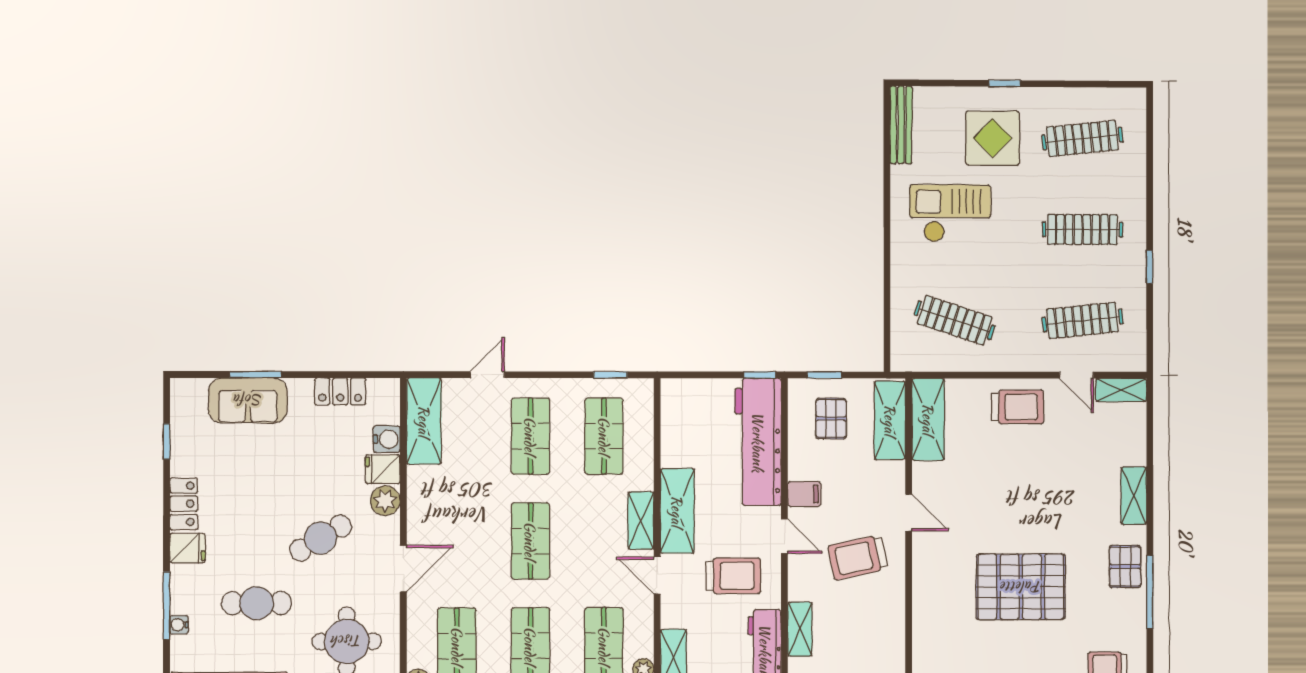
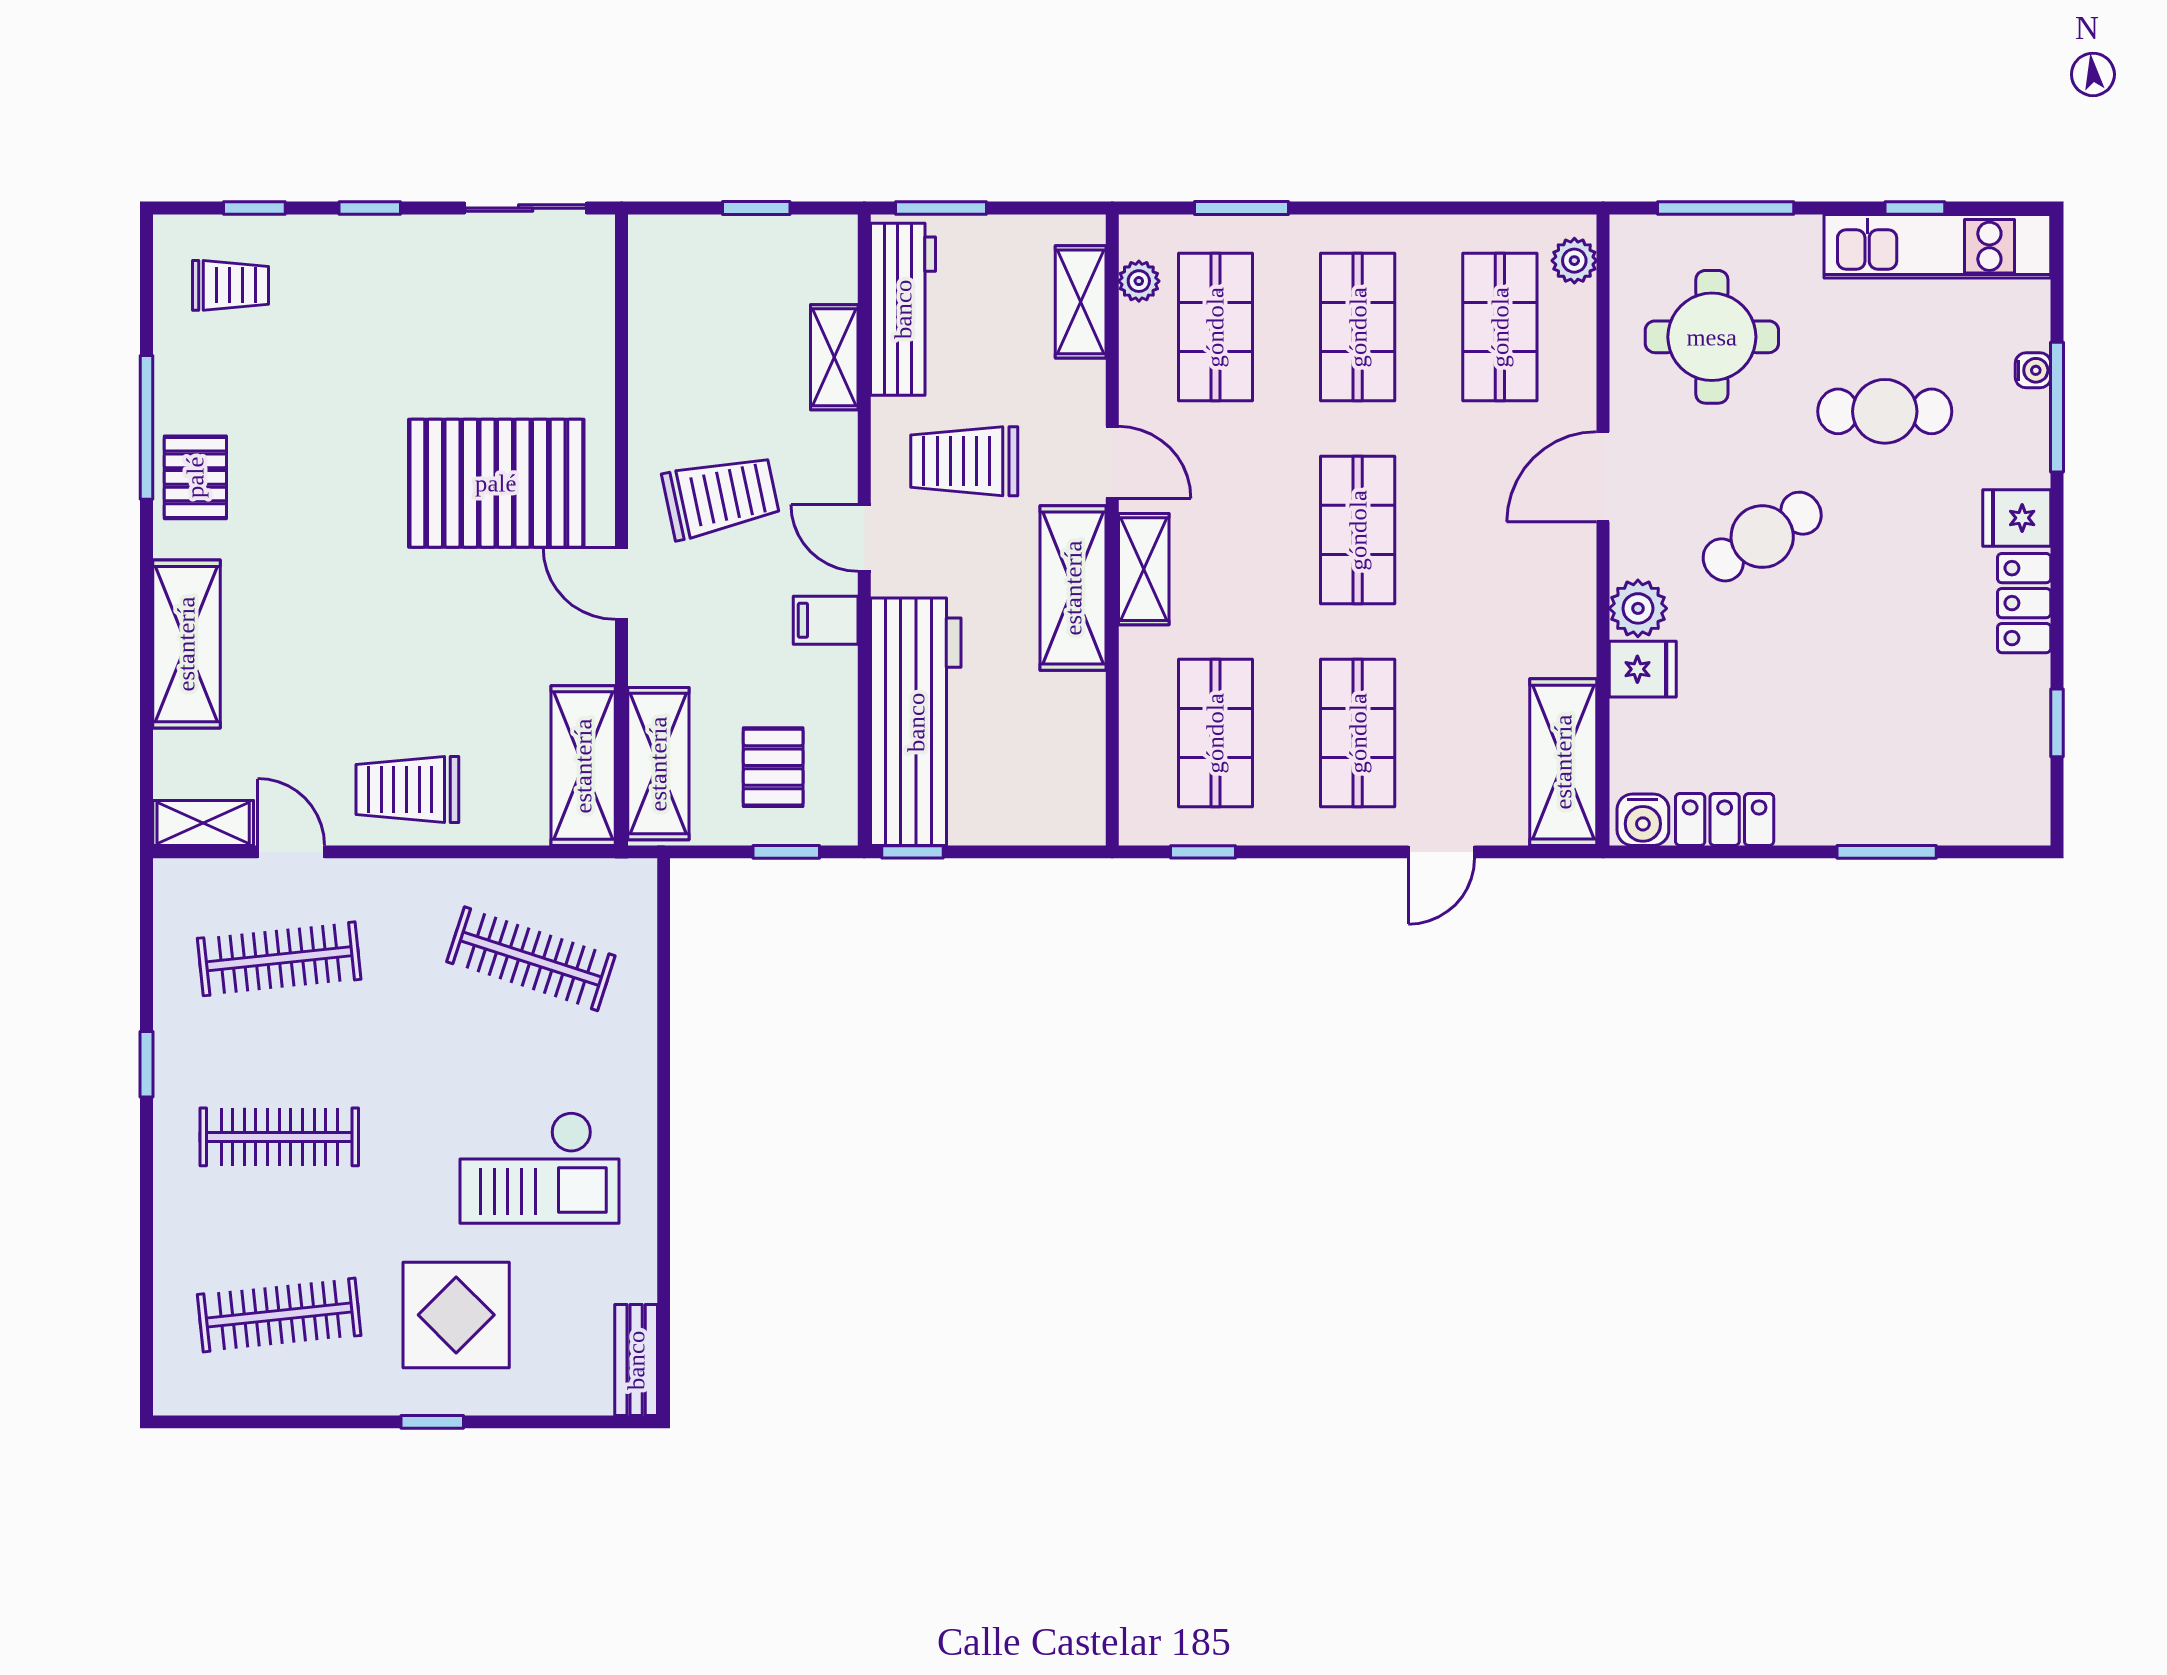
bench: (901, 125) -> (636, 1360), width x0.73
sofa: (248, 400) -> (1902, 802), removed
water cooler: (387, 439) -> (1643, 820), moved, turned -90
shelving: (1134, 496) -> (186, 644), width x1.50, depth x1.33
pallet: (1021, 587) -> (496, 483), moved

